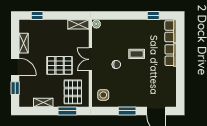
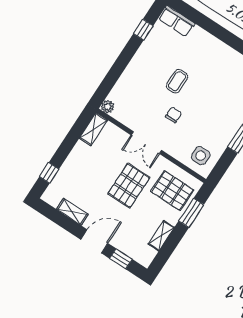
row of seats: (171, 55) -> (206, 40), removed

